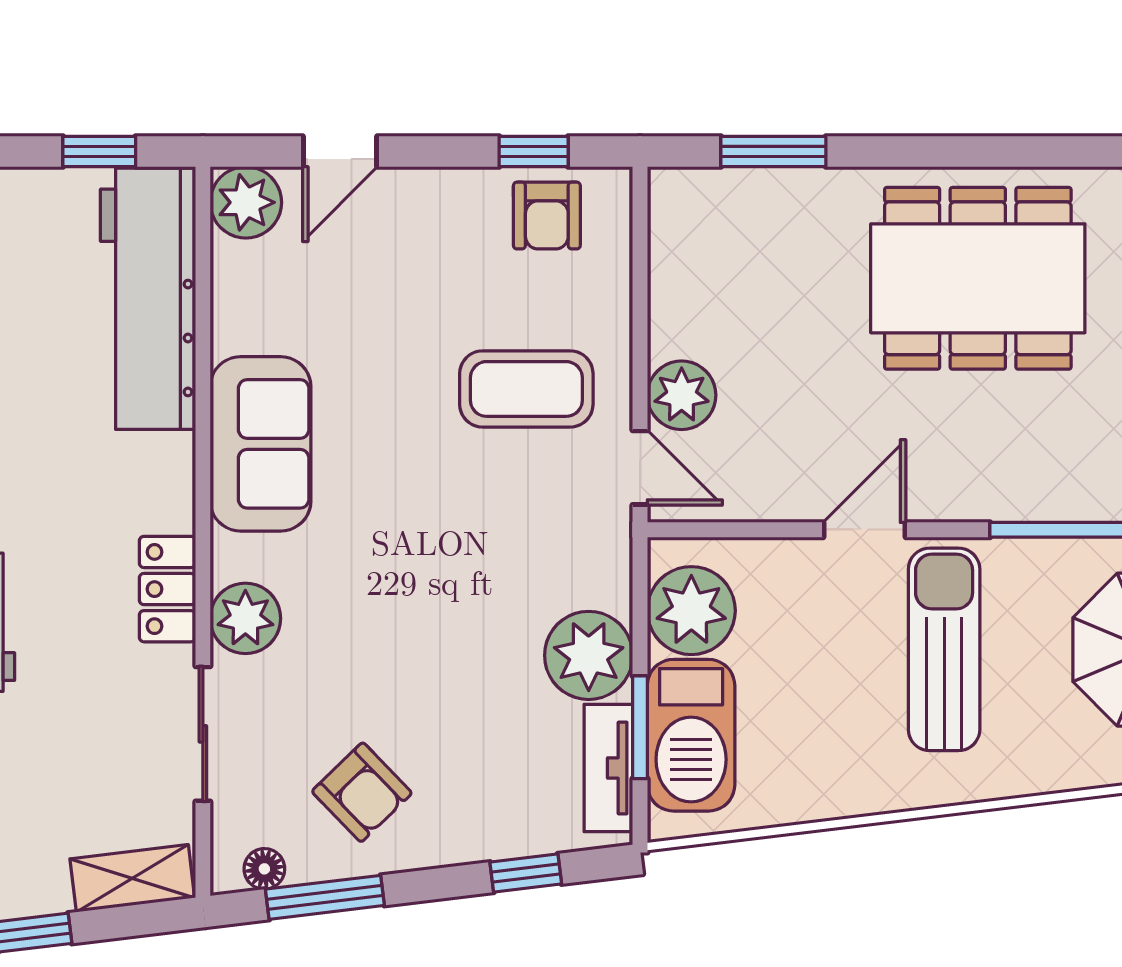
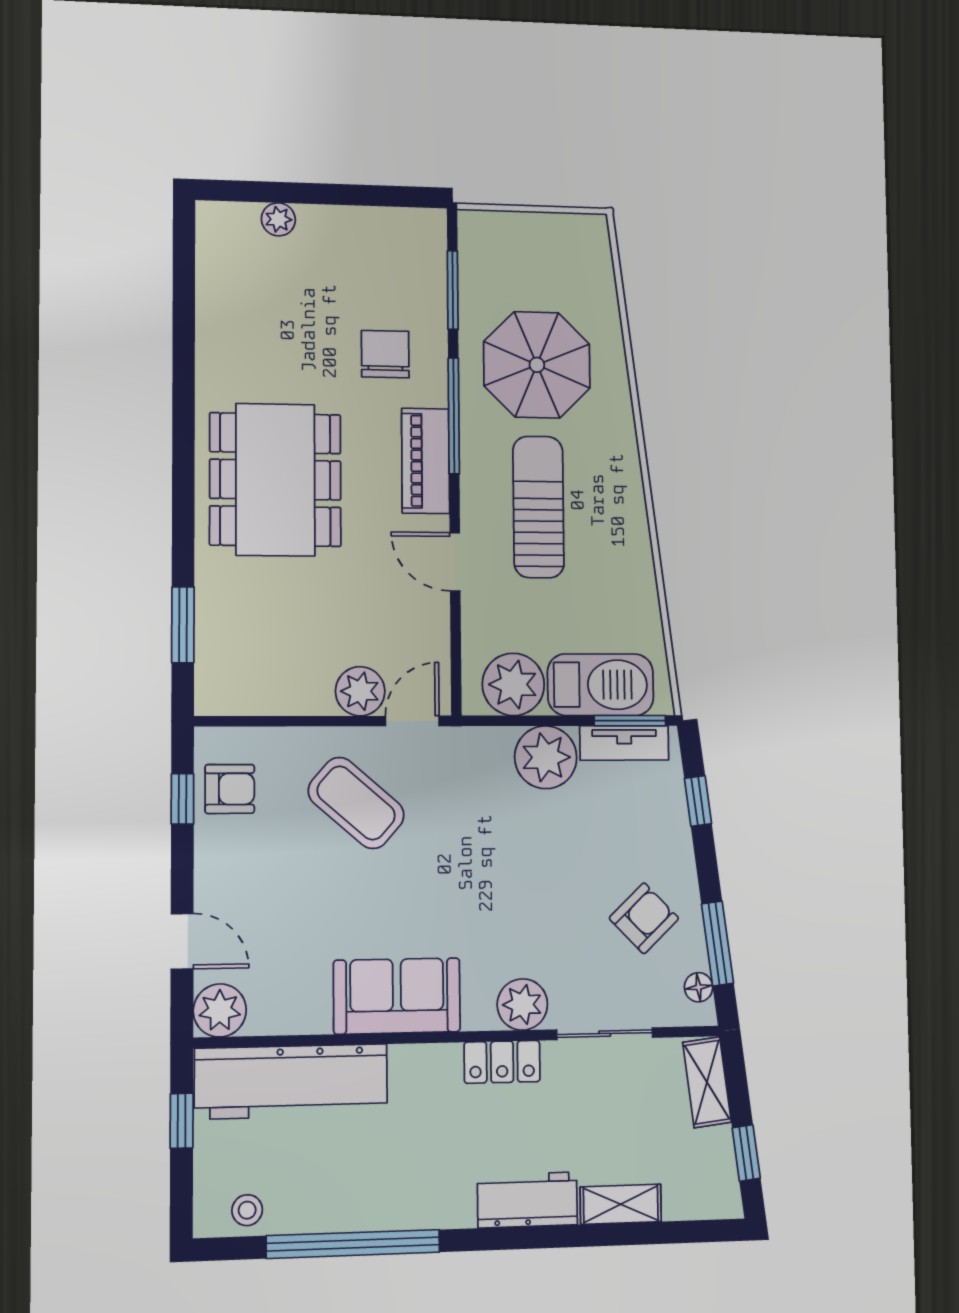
coffee table: (526, 389) -> (356, 803), turned -49
piano: (1008, 489) -> (426, 461), added
sun lounger: (944, 649) -> (538, 507), turned 90
window: (640, 727) -> (630, 721), moved

